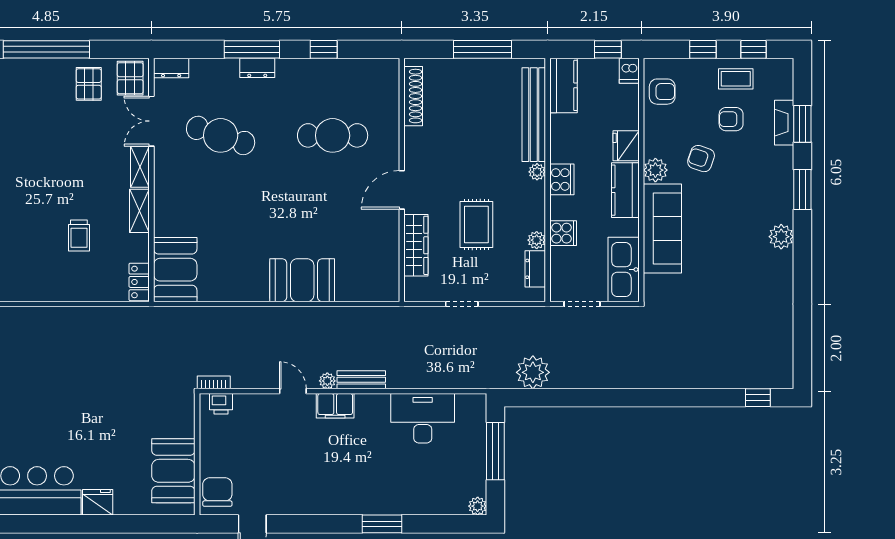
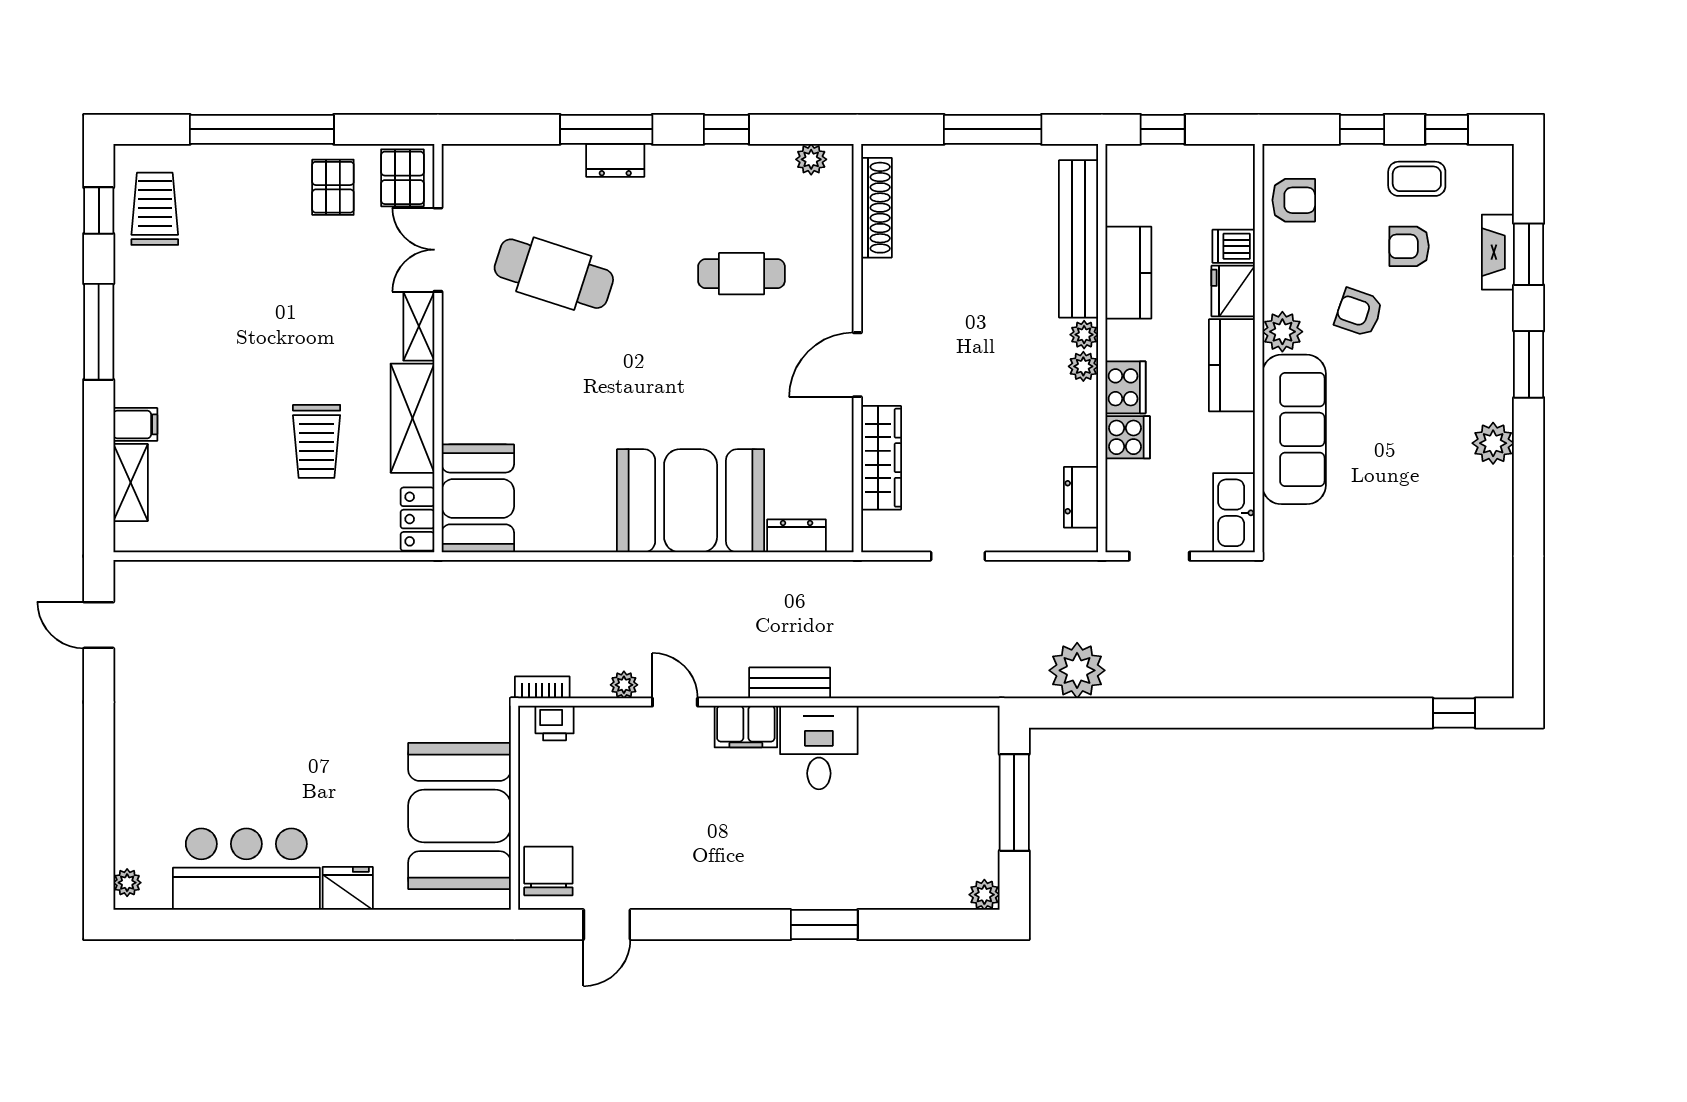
window: (608, 49) -> (1163, 129), moved
plant: (374, 67) -> (811, 159), added
dresser: (171, 68) -> (797, 536), moved, turned 180
dishwasher: (629, 71) -> (1234, 246), moved, turned 90
kitchen counter: (564, 85) -> (1128, 273), moved
cafe table: (333, 135) -> (741, 274), width x0.73, depth x0.74
cooker: (562, 179) -> (1125, 387), moved
shelving: (139, 211) -> (412, 418), width x1.50, depth x1.33
rug: (476, 225) -> (982, 423), removed
trolley: (79, 236) -> (317, 441), width x1.36, depth x1.39
plant: (537, 240) -> (1083, 366), moved
kitchen sink: (624, 270) -> (1234, 513), width x0.73, depth x0.81
booth: (302, 280) -> (691, 501), width x1.36, depth x1.42
plant: (327, 381) -> (624, 685), moved
desk: (423, 418) -> (819, 748), moved, width x0.73
booth: (173, 471) -> (460, 816), width x1.36, depth x1.42

